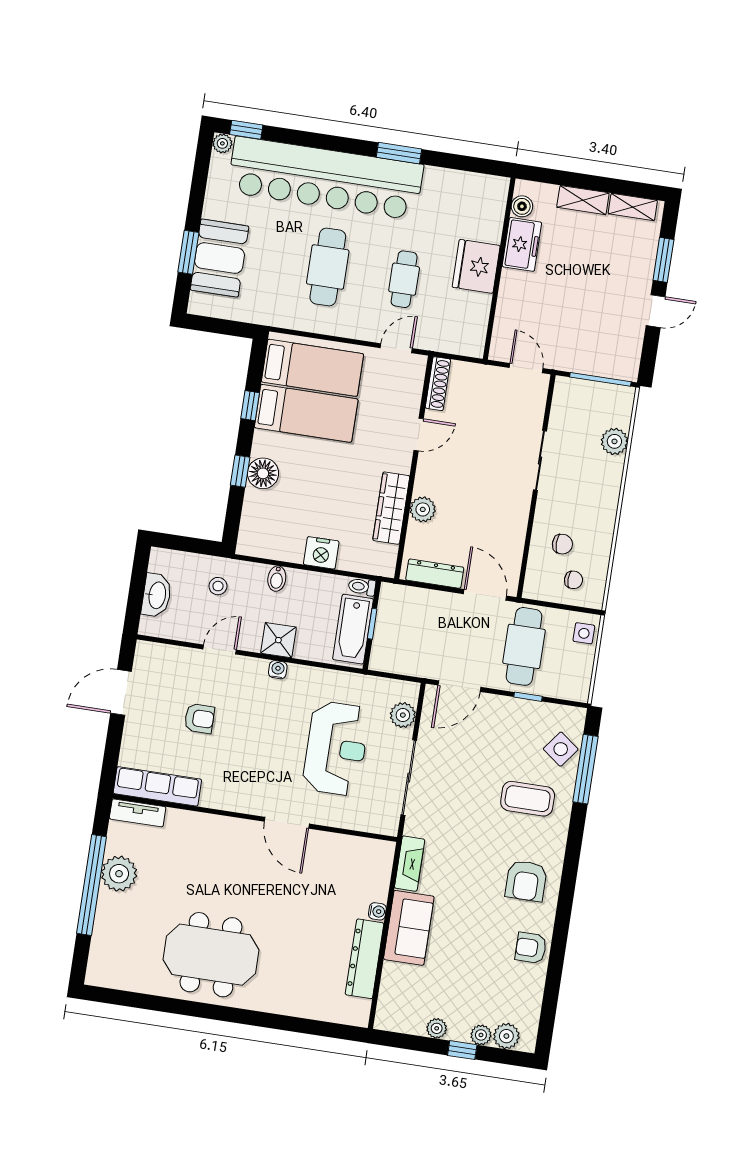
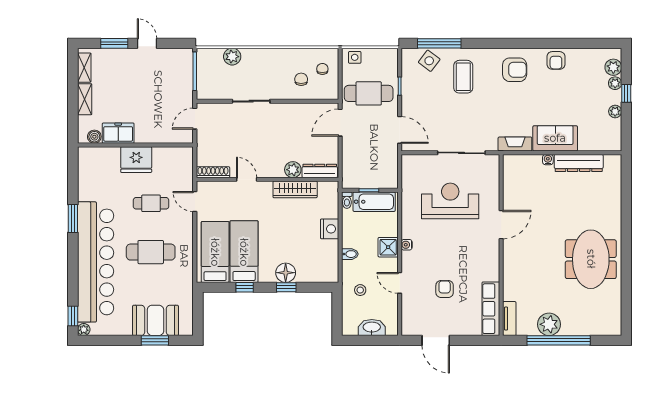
dresser: (435, 574) -> (320, 171), moved, turned 90
plant: (403, 715) -> (423, 162), removed

